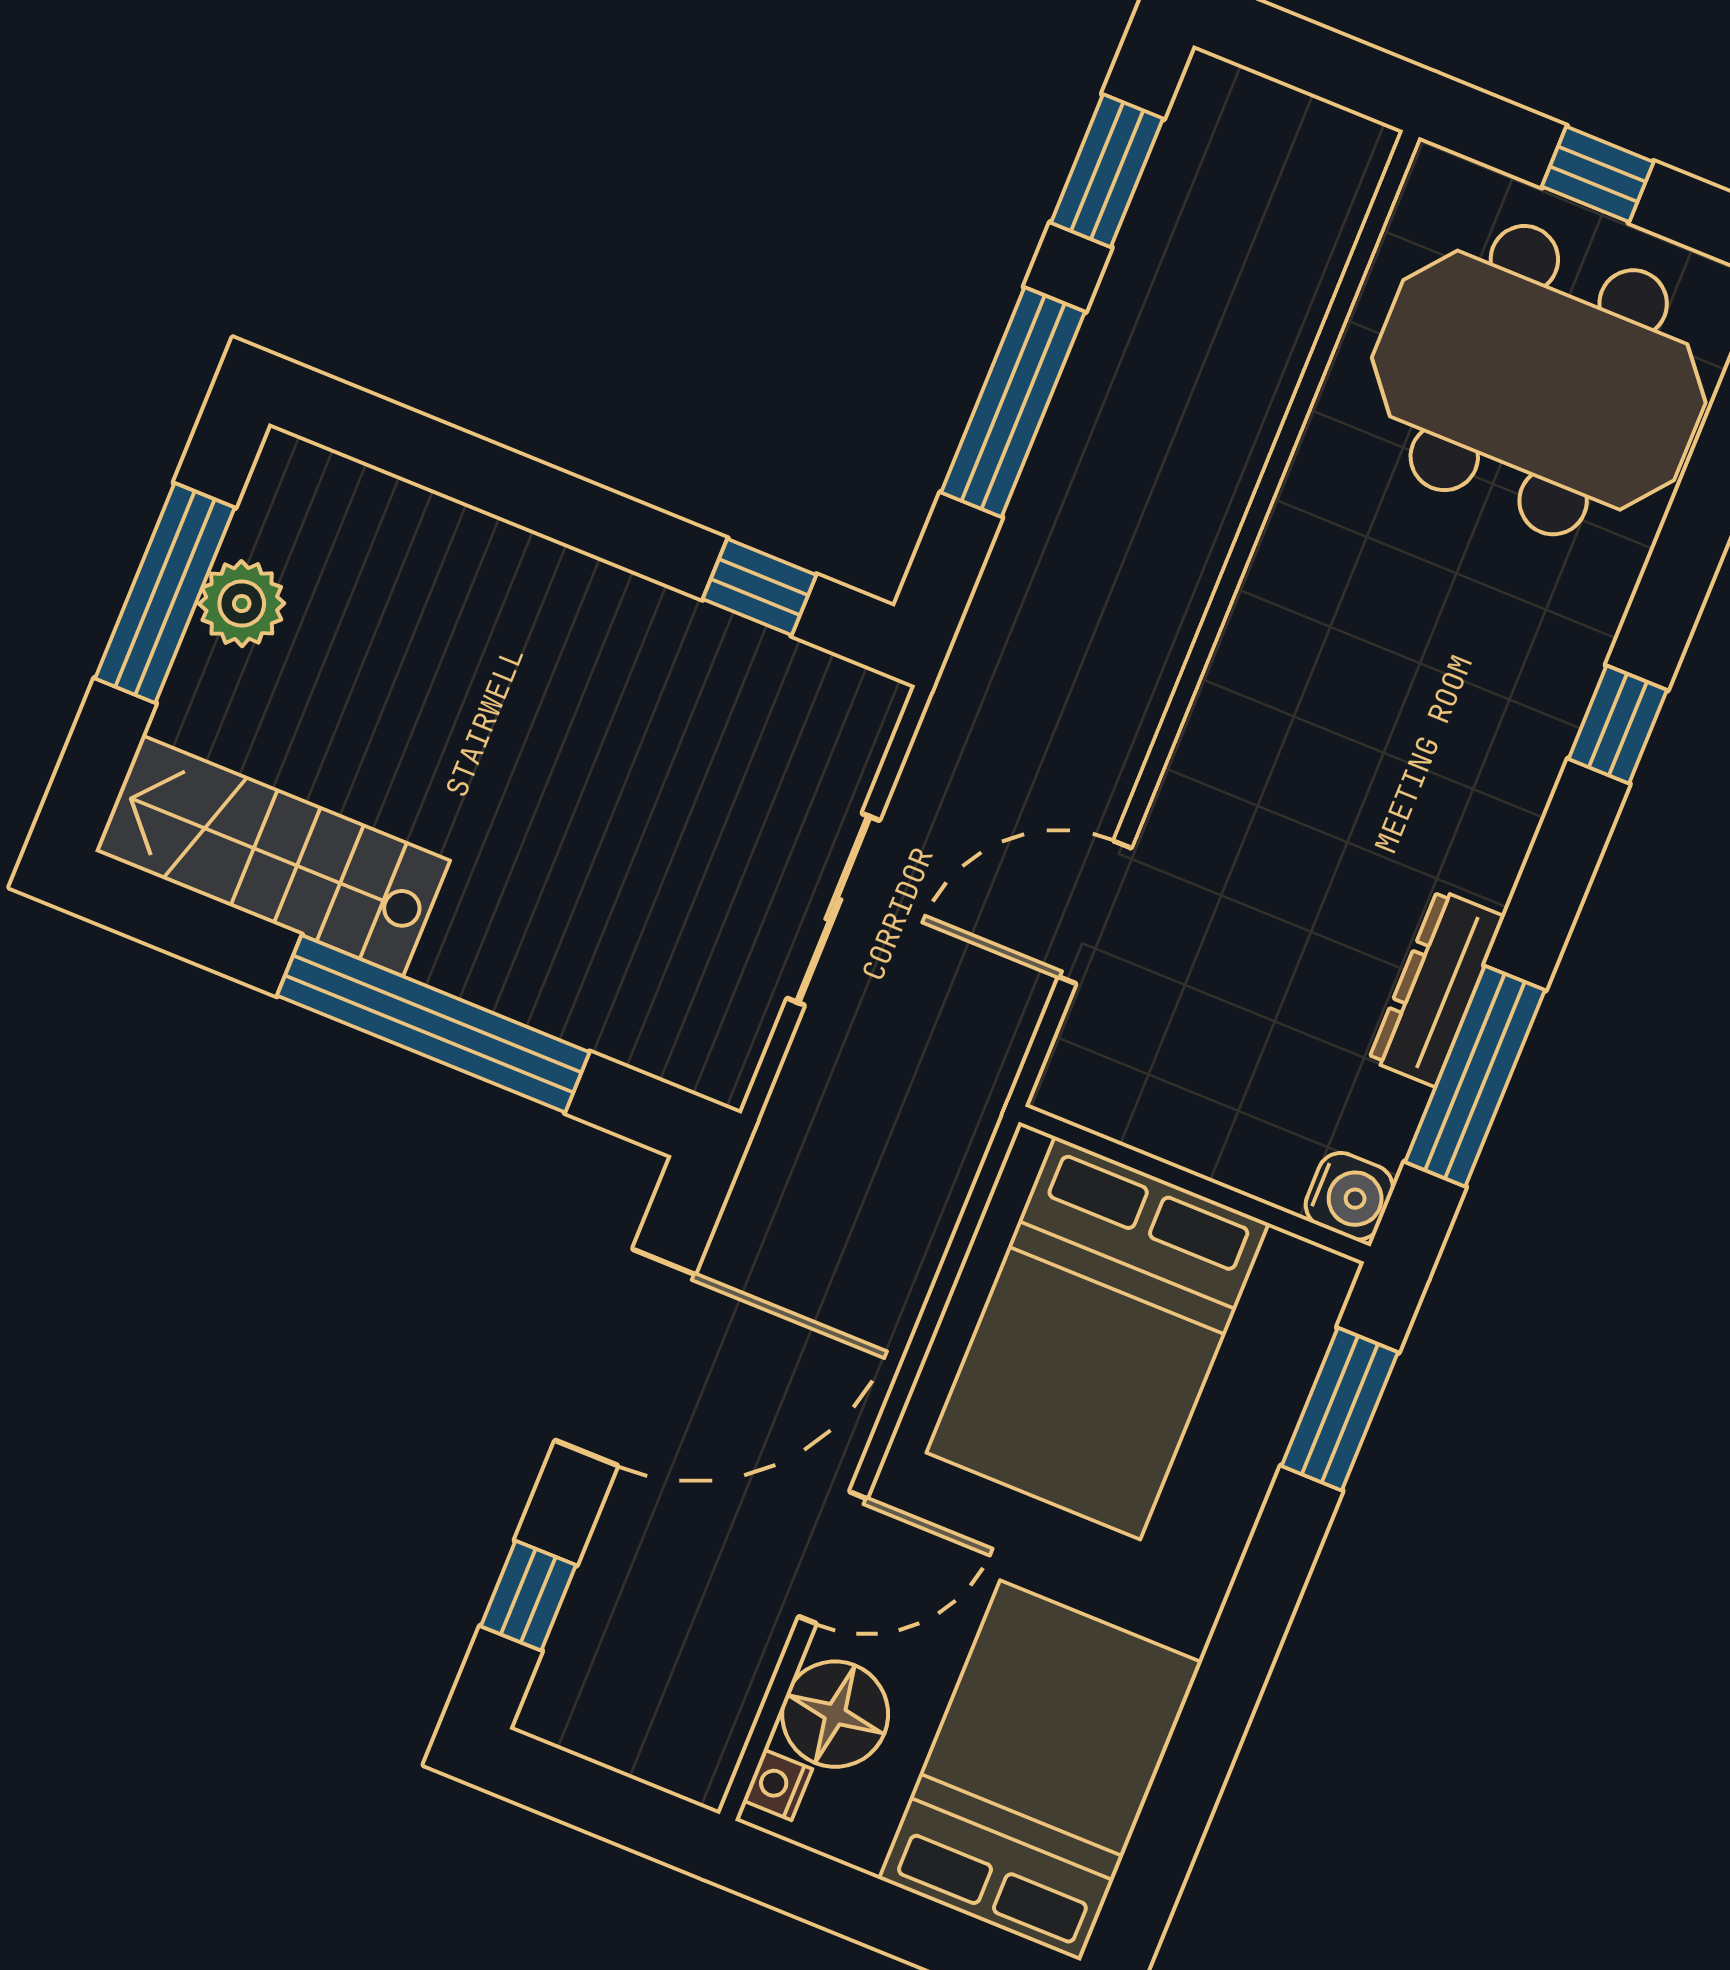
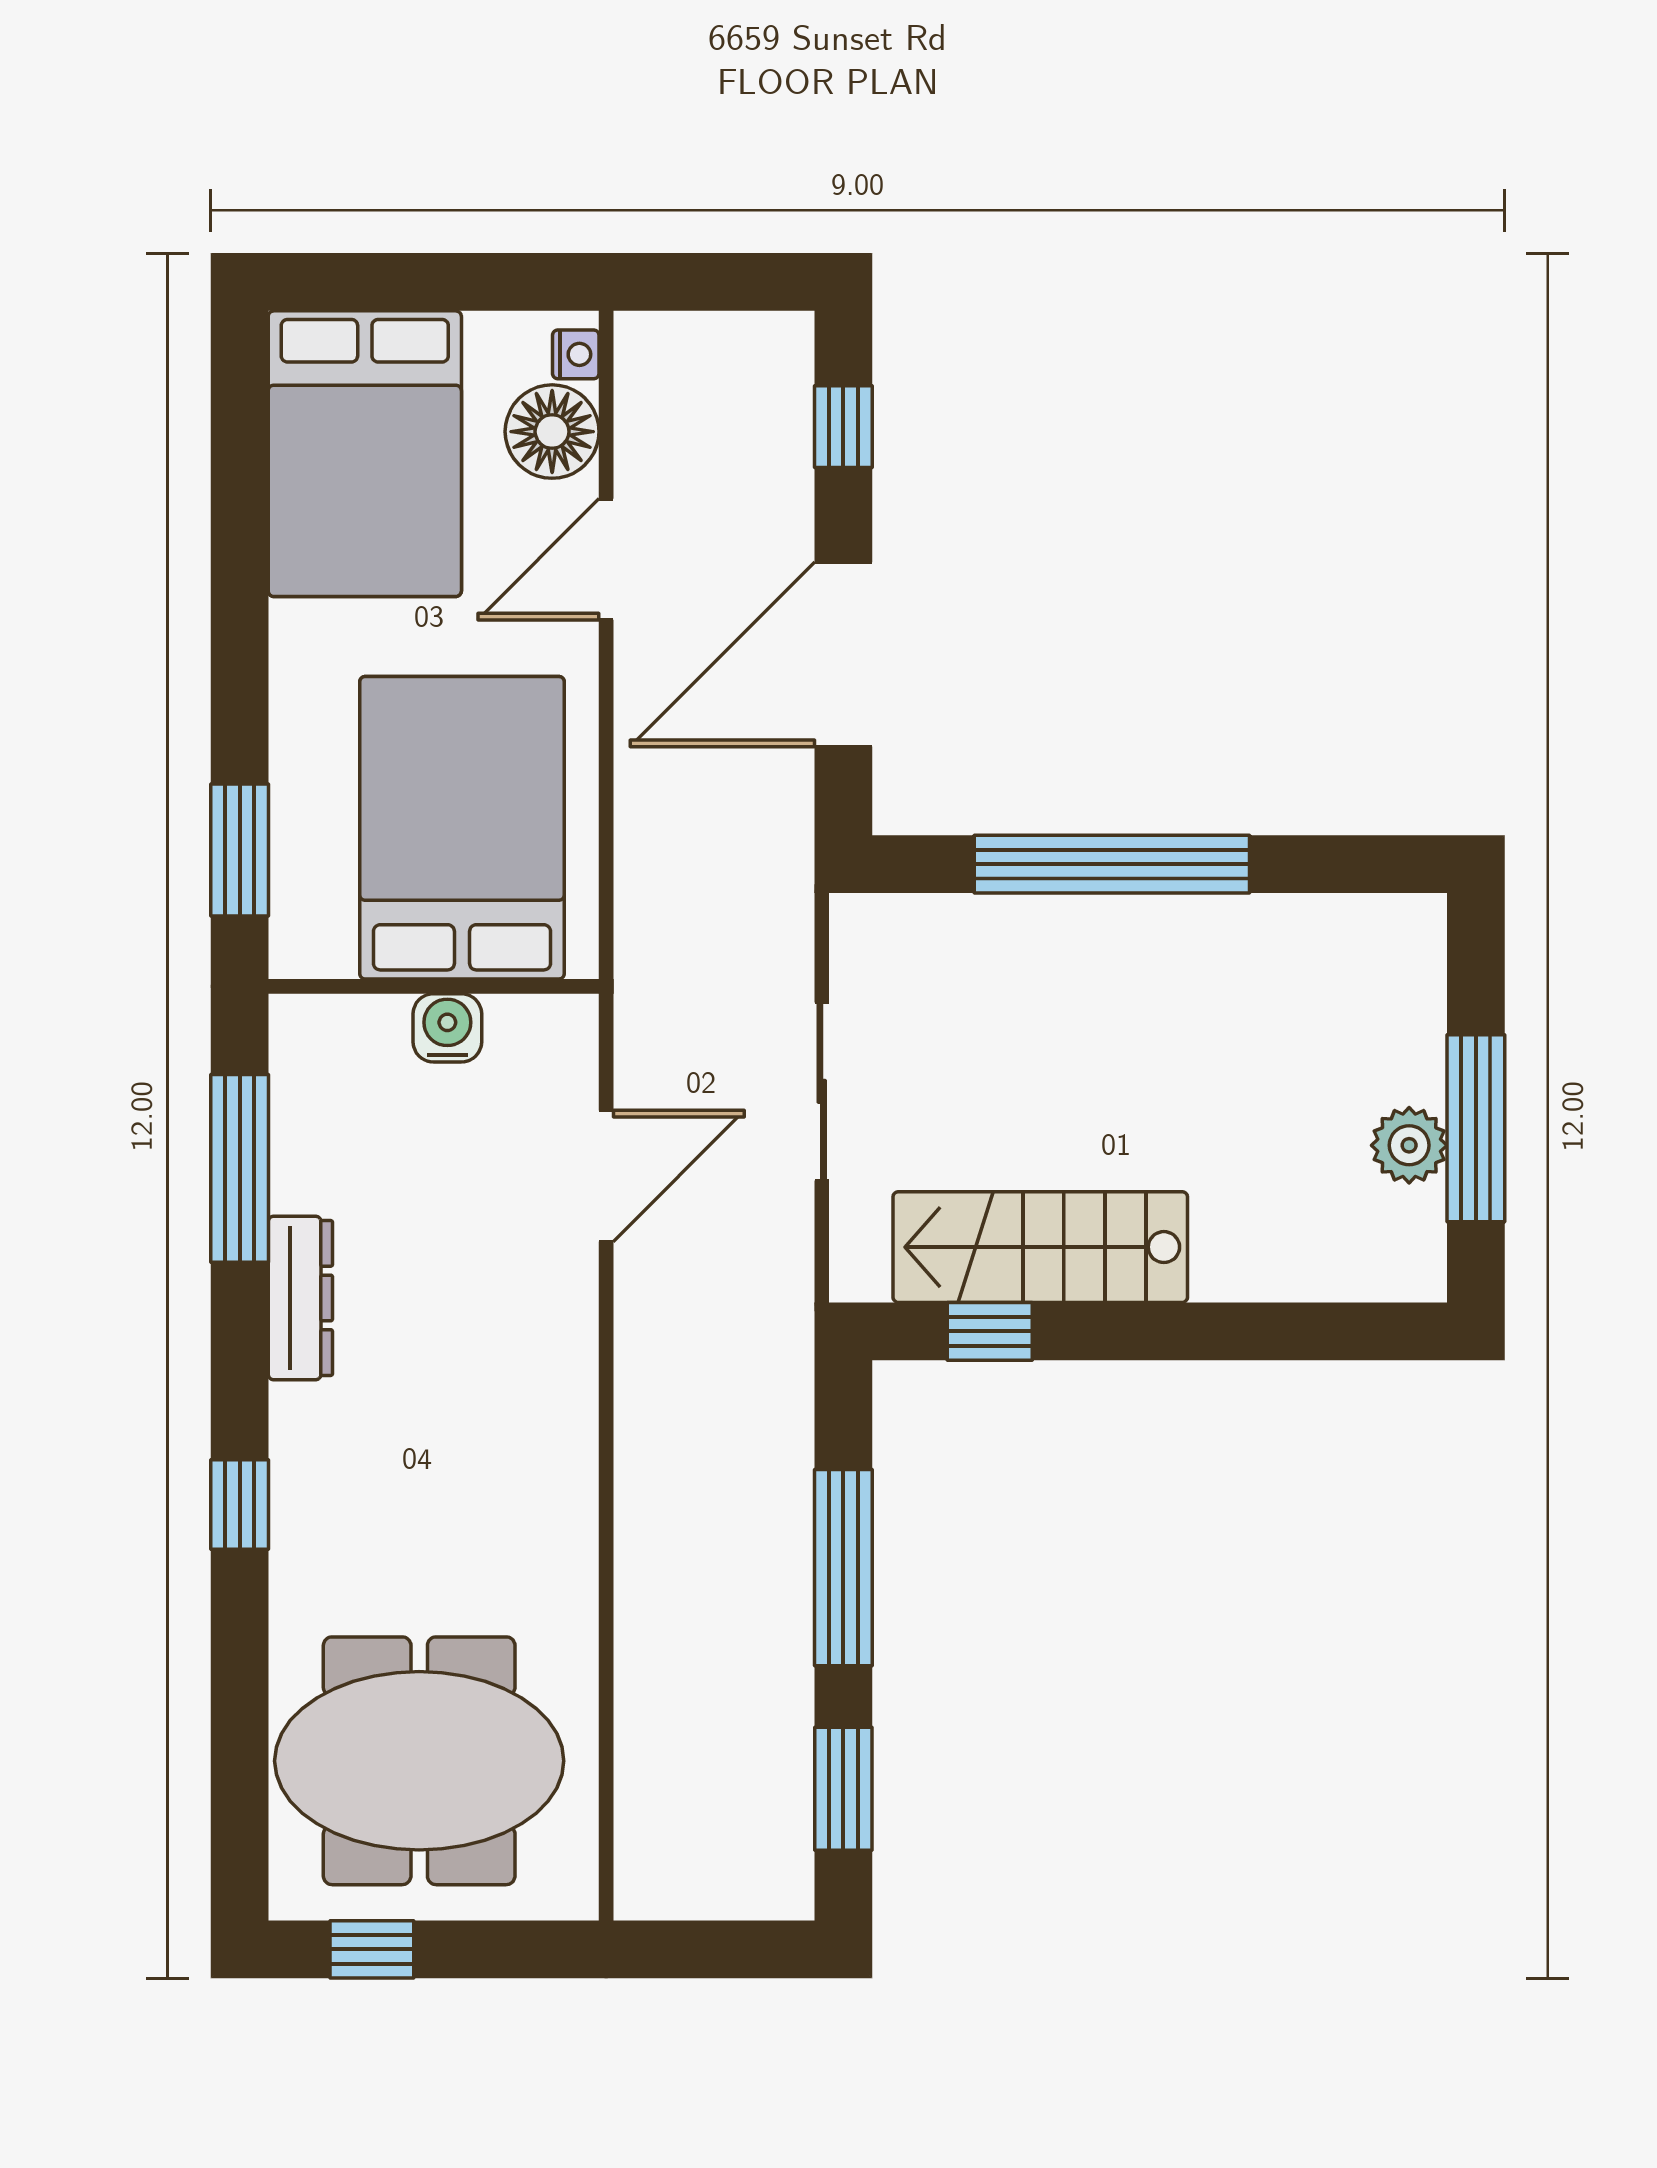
window: (1598, 174) -> (372, 1949), moved
stairs: (272, 856) -> (1040, 1247), moved, turned 180
dresser: (1437, 988) -> (300, 1298), moved
water cooler: (1349, 1196) -> (447, 1028), moved, turned 90

